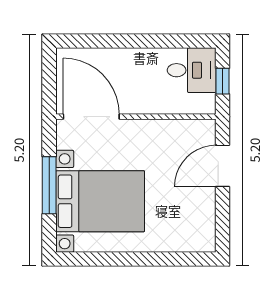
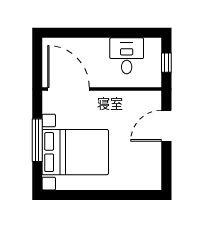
desk: (192, 70) -> (127, 56), moved, turned -90

